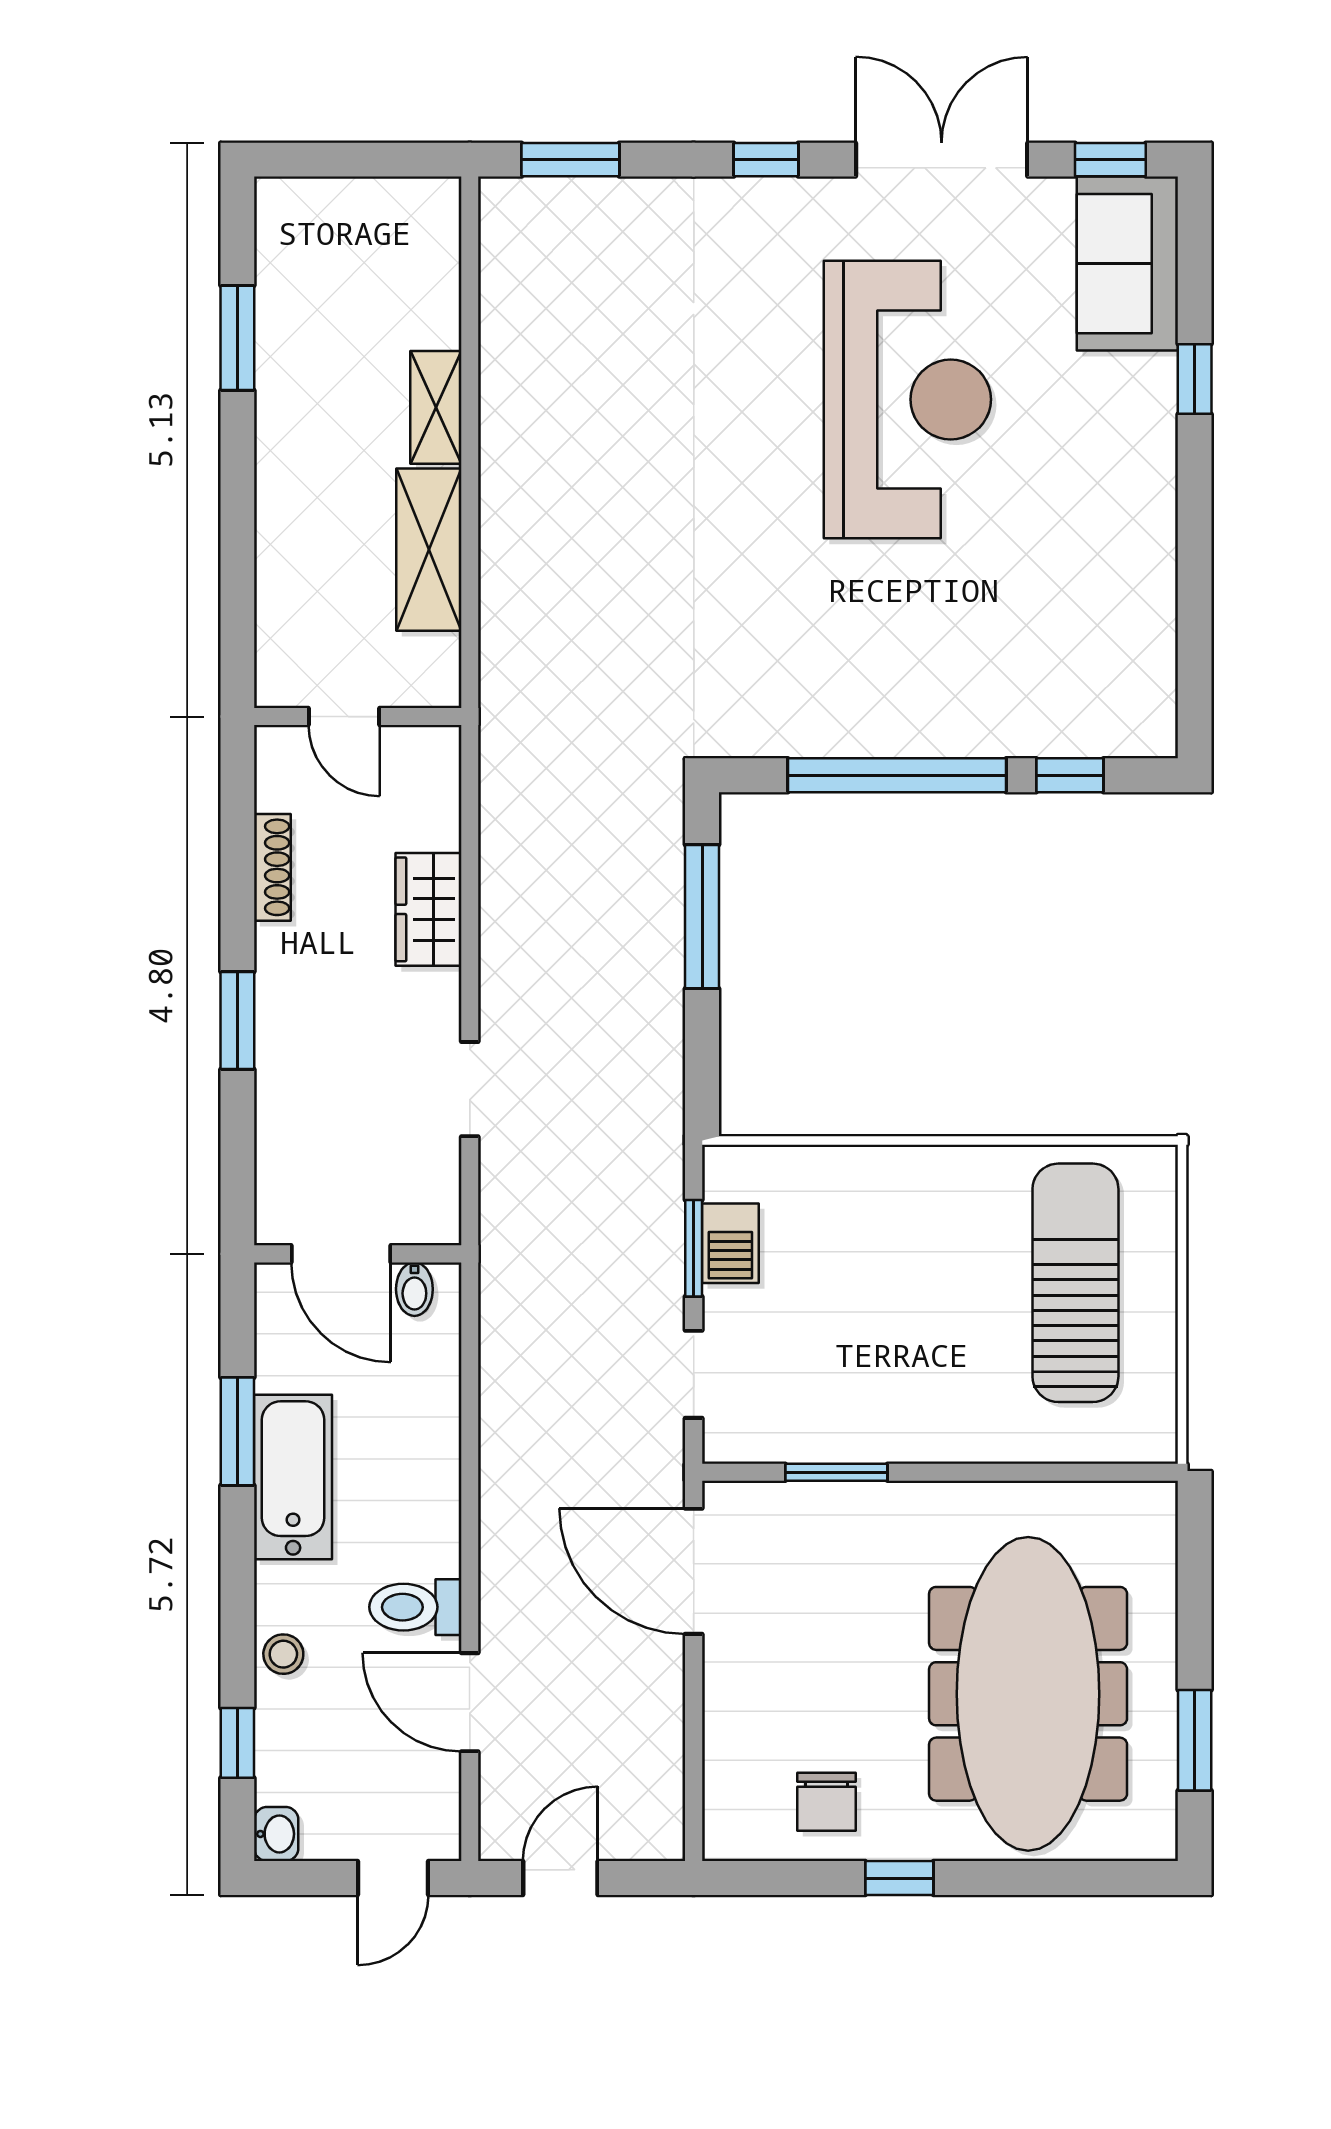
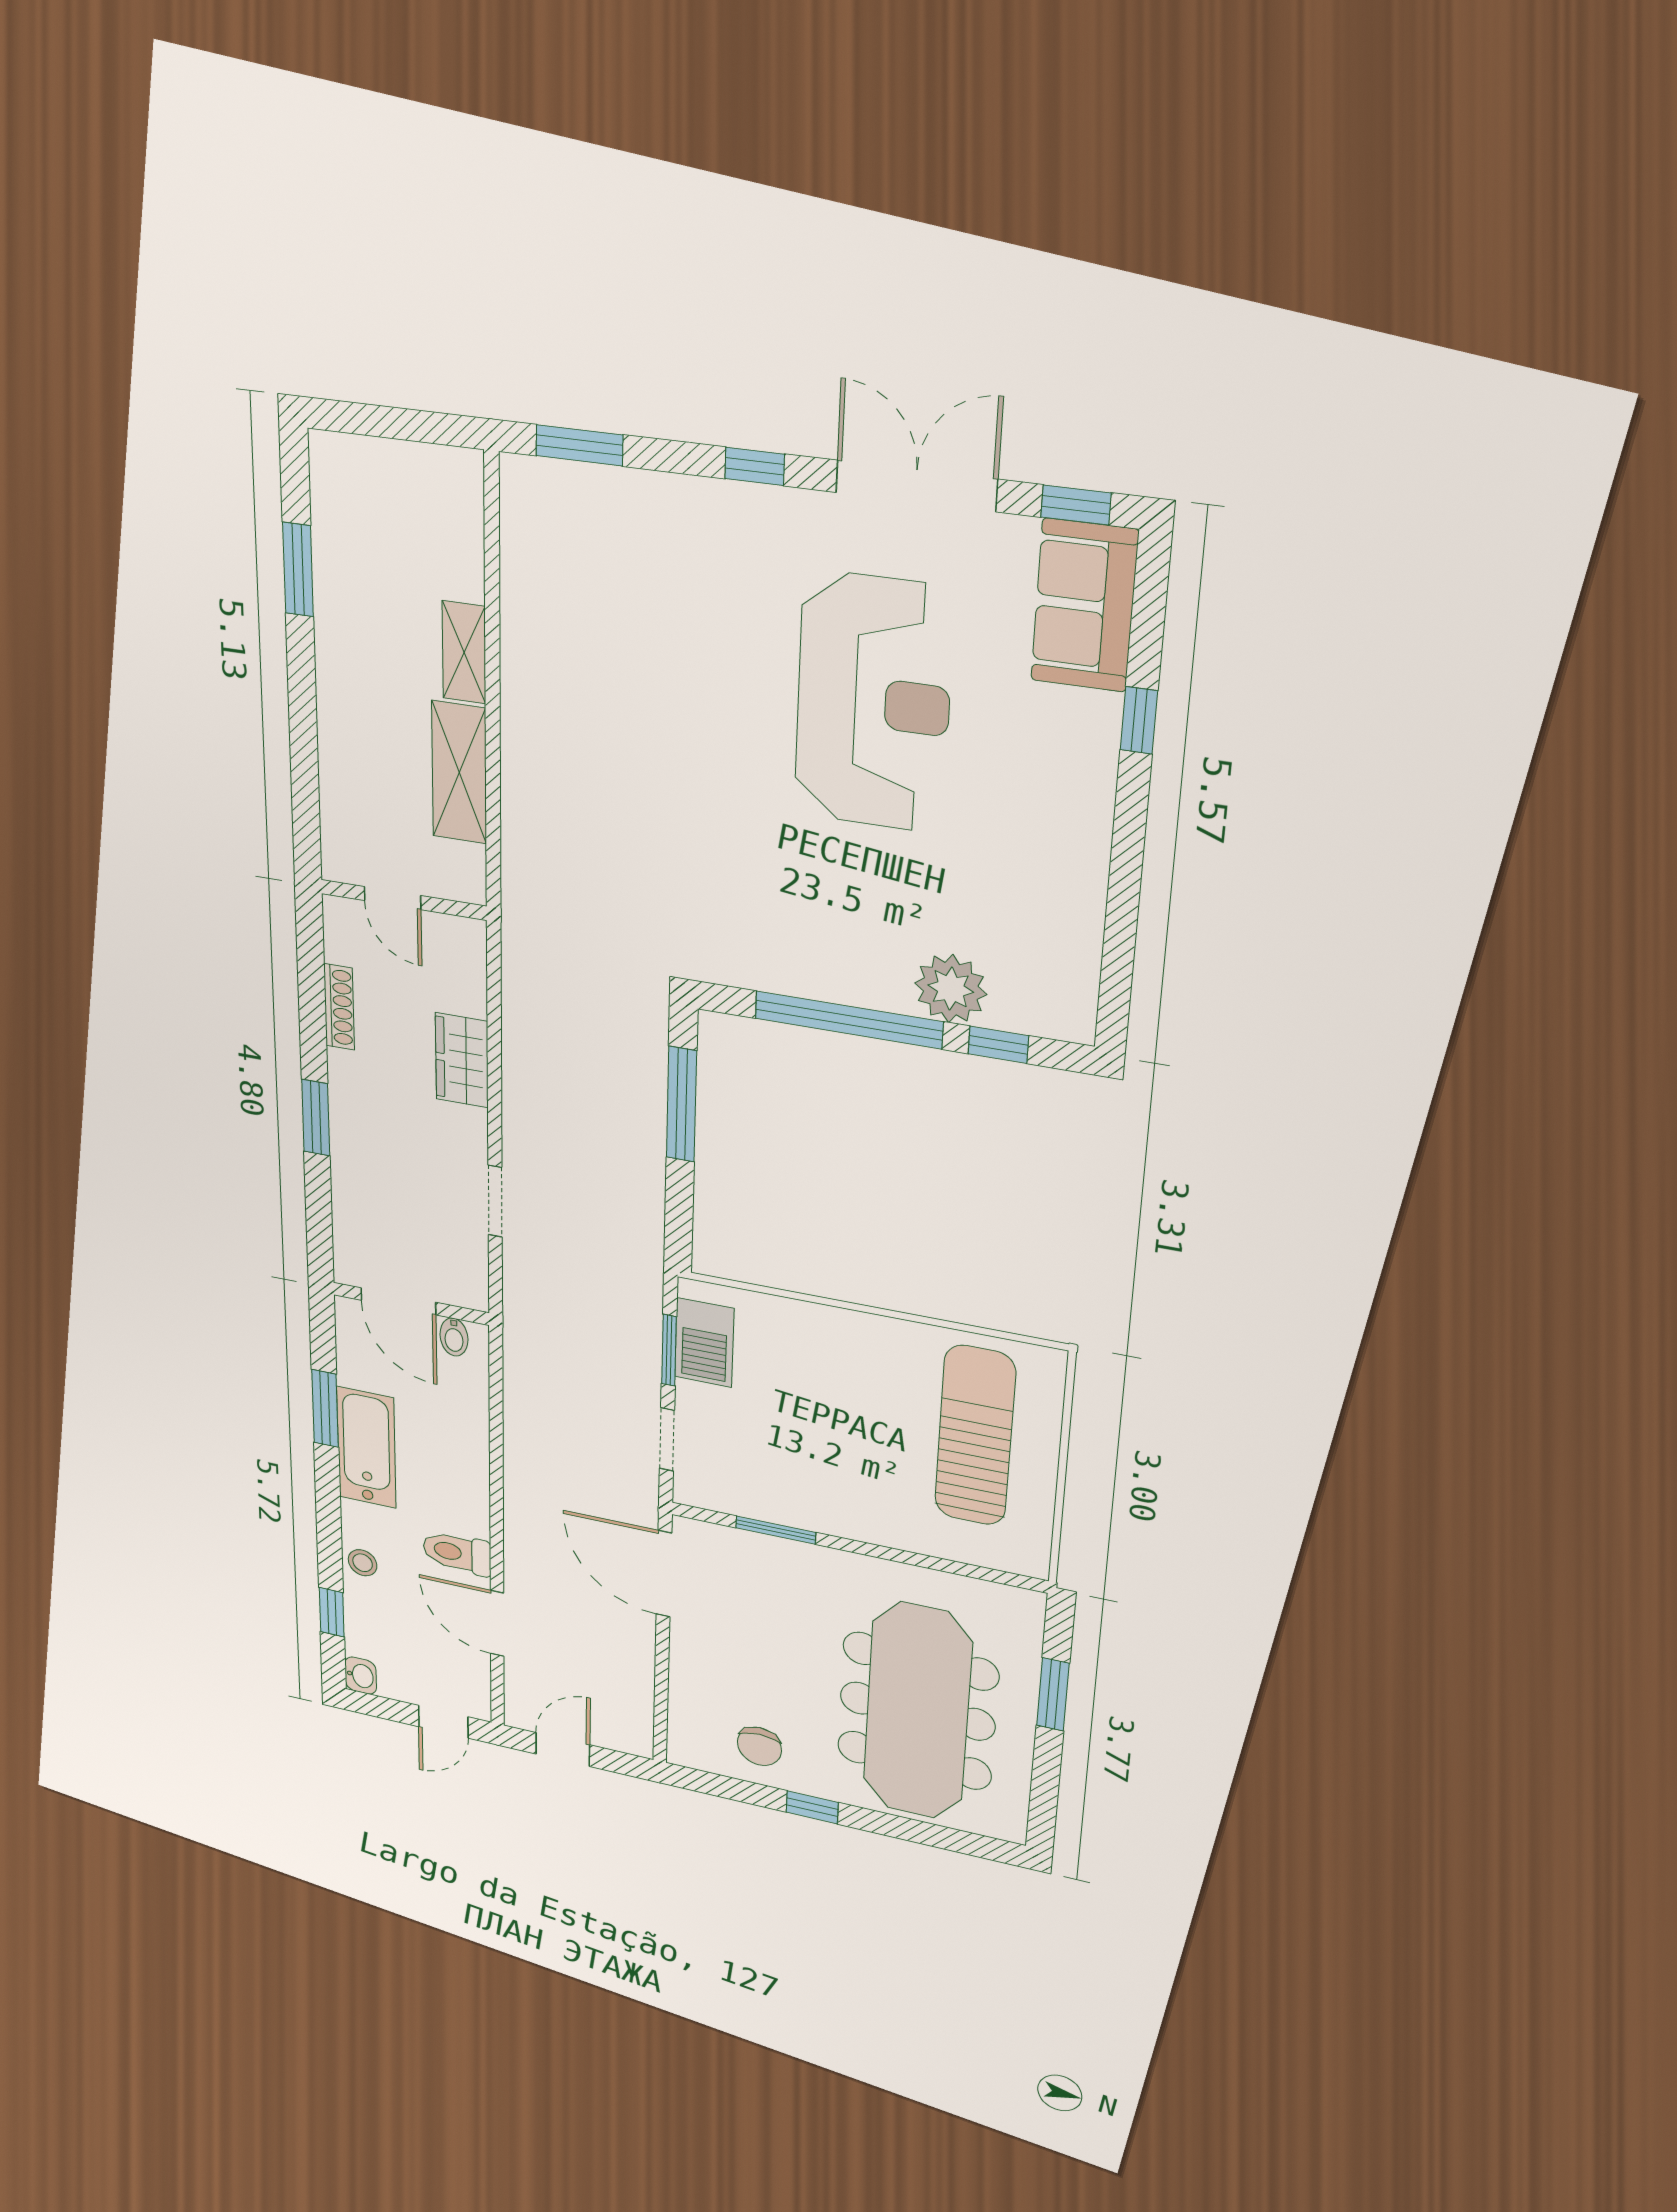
plant: (1012, 717) -> (951, 989), added
barbecue: (730, 1243) -> (704, 1343), width x1.38, depth x1.27
window: (1195, 1740) -> (1053, 1694), moved

